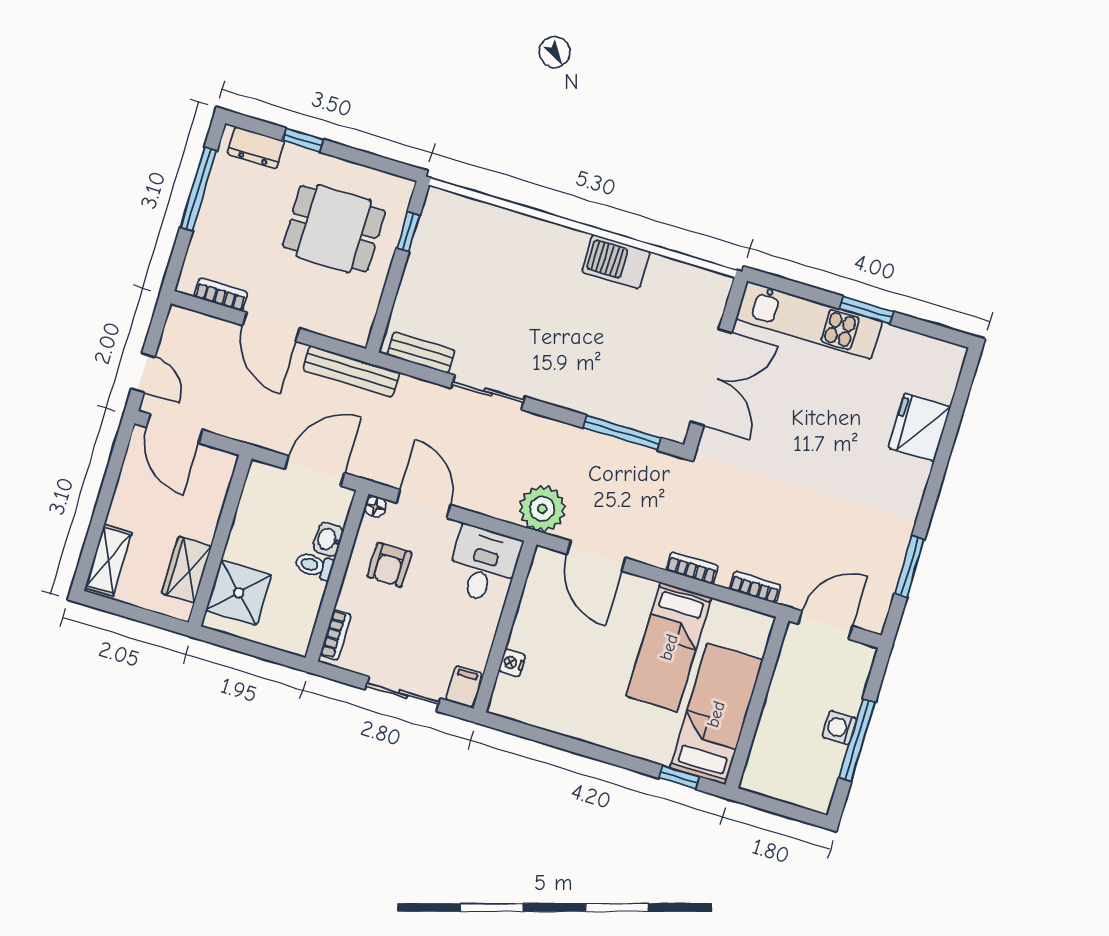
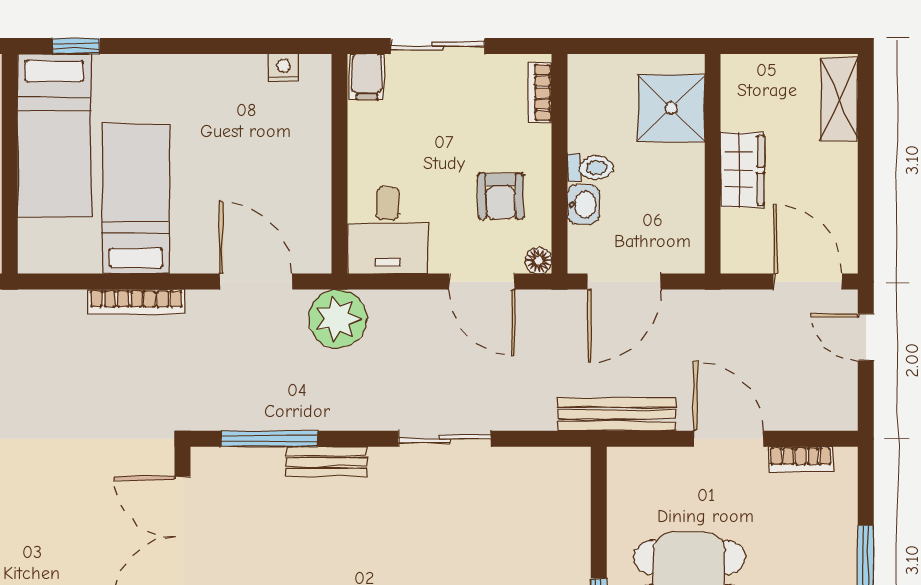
bench: (421, 353) -> (326, 462), moved
armchair: (389, 565) -> (501, 196), turned 180
bookcase: (692, 568) -> (136, 302), width x1.56
wardrobe: (187, 570) -> (742, 170), moved
bookcase: (755, 587) -> (54, 302), removed
nightstand: (512, 663) -> (284, 68), moved, turned -90

